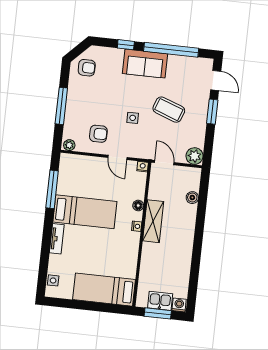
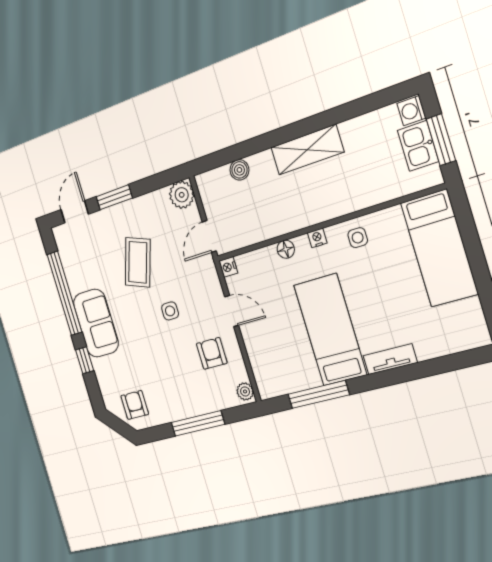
door: (117, 157) -> (232, 311), hinge flipped
shelving: (153, 221) -> (307, 150), moved
side table: (53, 280) -> (358, 238), moved

